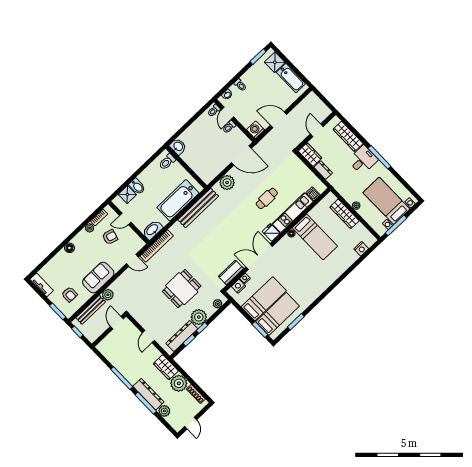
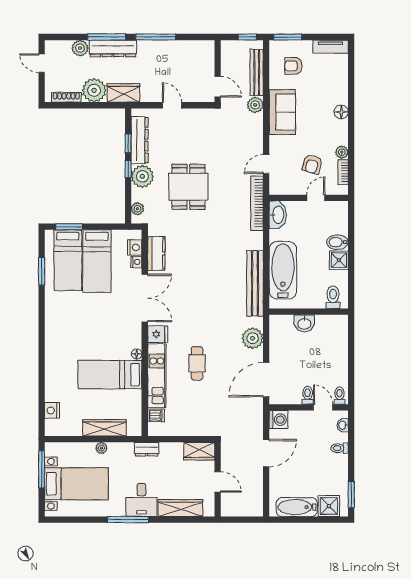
washbasin: (178, 147) -> (304, 323), moved
dresser: (323, 170) -> (147, 449), moved
shower: (127, 194) -> (339, 260), moved

